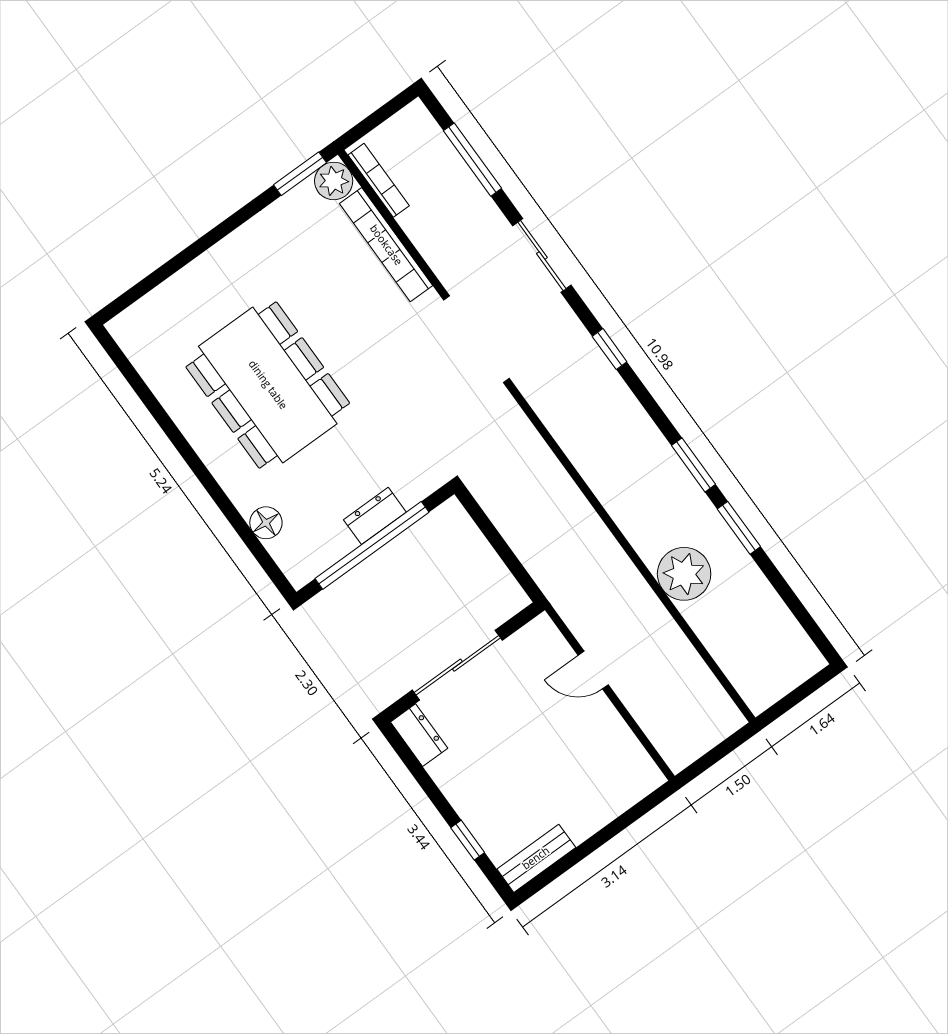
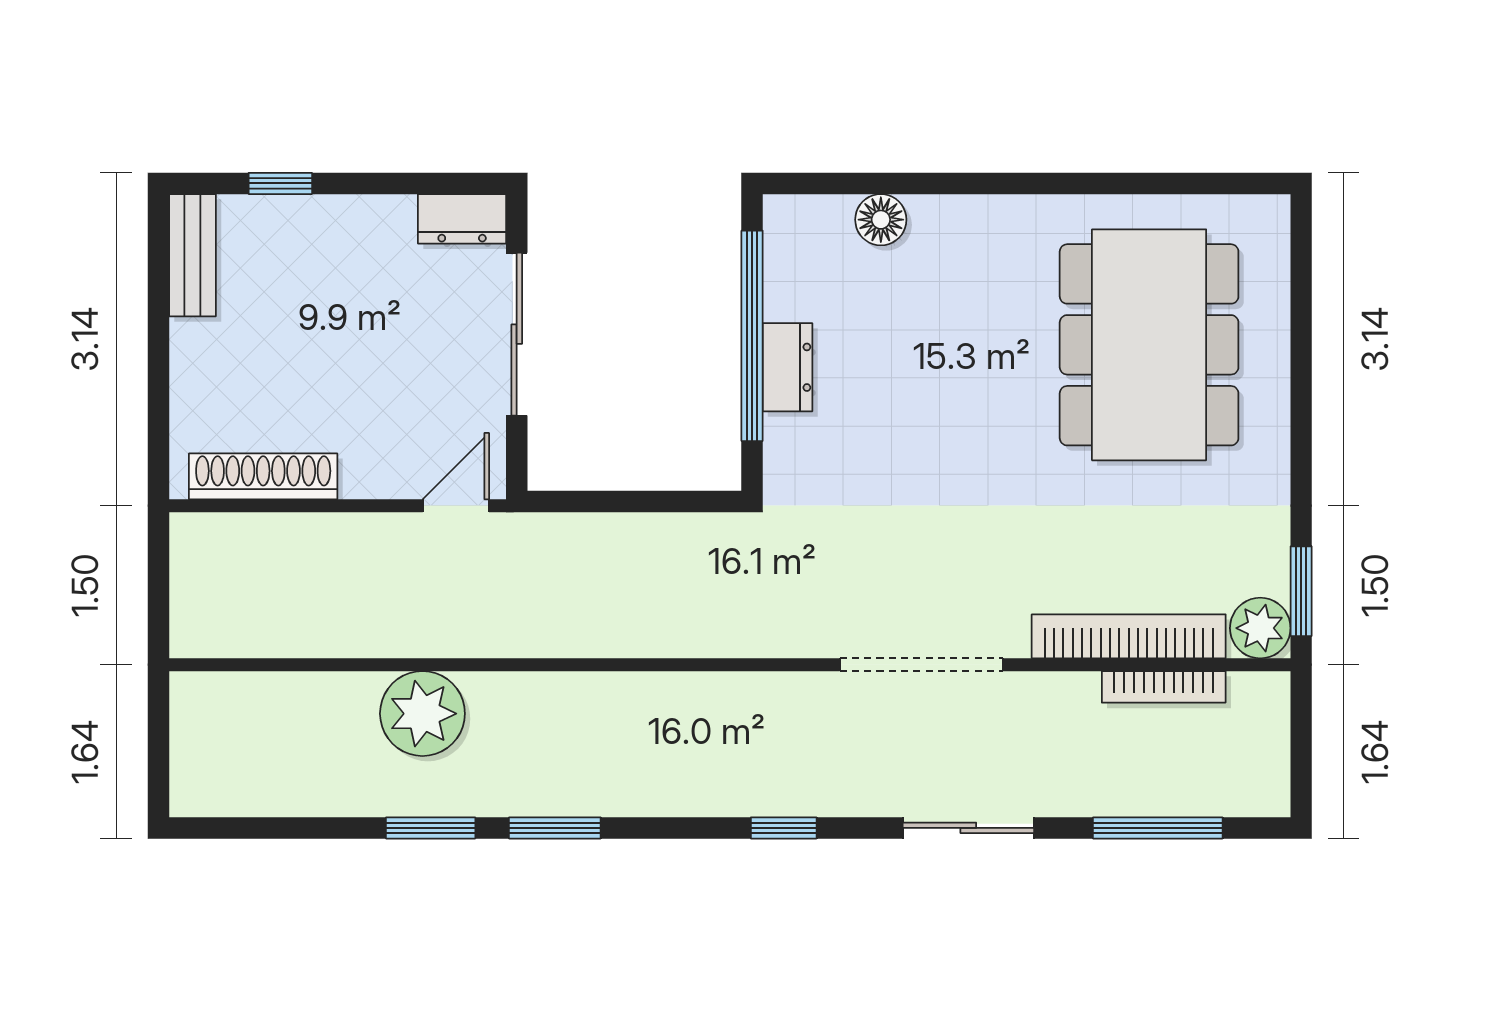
bookcase: (379, 180) -> (1164, 687), moved
dining table: (268, 385) -> (1149, 345), moved, turned 90
door: (593, 670) -> (456, 506), moved
shoe rack: (622, 741) -> (263, 476), added

